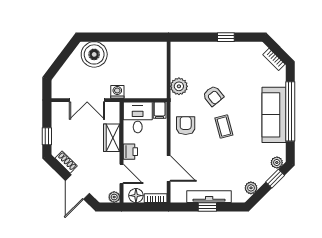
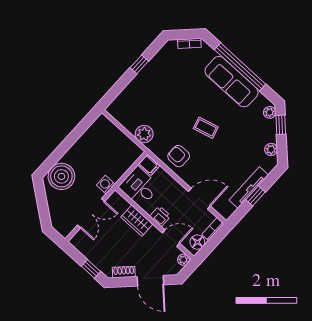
armchair: (213, 96) -> (175, 115), removed

